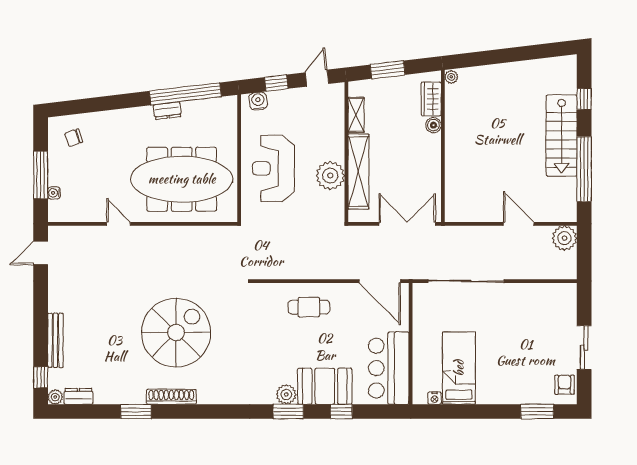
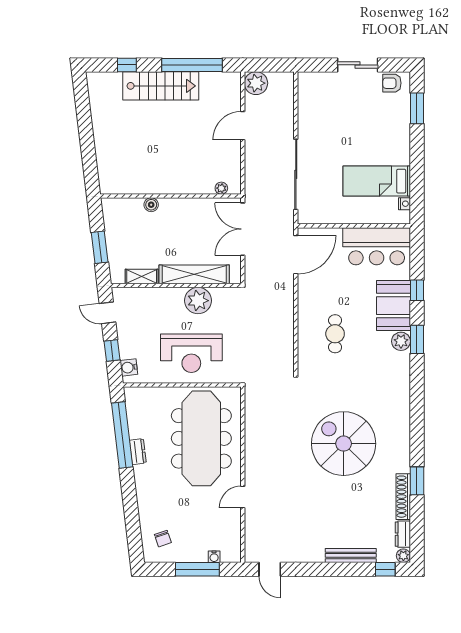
plant: (451, 77) -> (221, 188), moved
wardrobe: (431, 99) -> (127, 207), removed
cafe table: (309, 307) -> (335, 334), moved
shoe rack: (171, 397) -> (403, 497), moved

